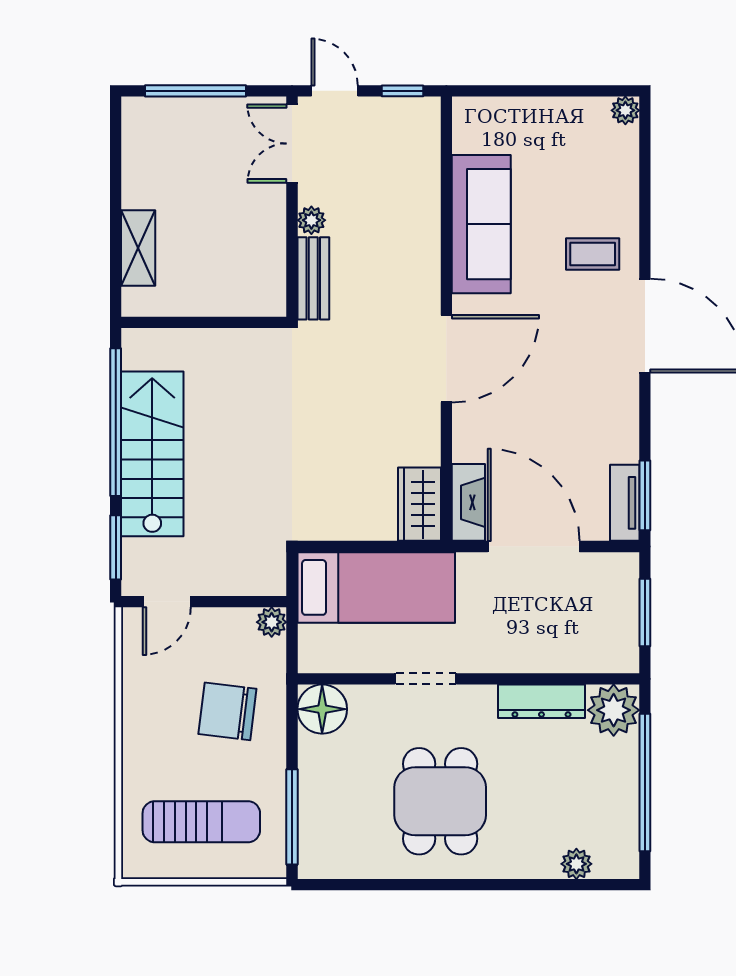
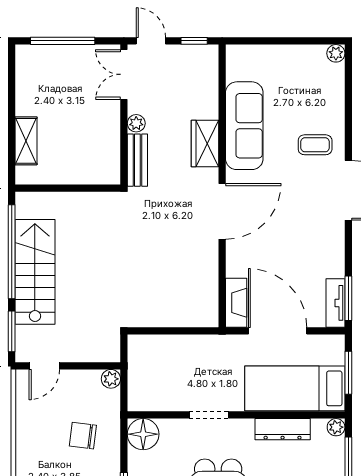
wardrobe: (420, 504) -> (205, 143), moved
bed: (376, 587) -> (295, 388), moved, turned 180
plant: (614, 710) -> (336, 427), width x0.53, depth x0.53
chair: (227, 711) -> (83, 436), width x0.73, depth x0.73

